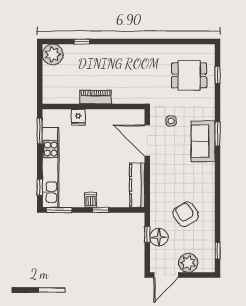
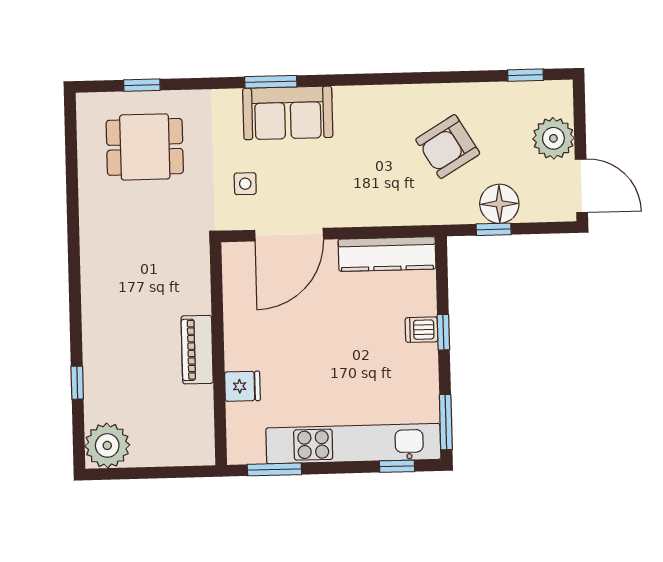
dining table: (189, 75) -> (145, 147), turned 90
dishwasher: (91, 200) -> (422, 330), moved

